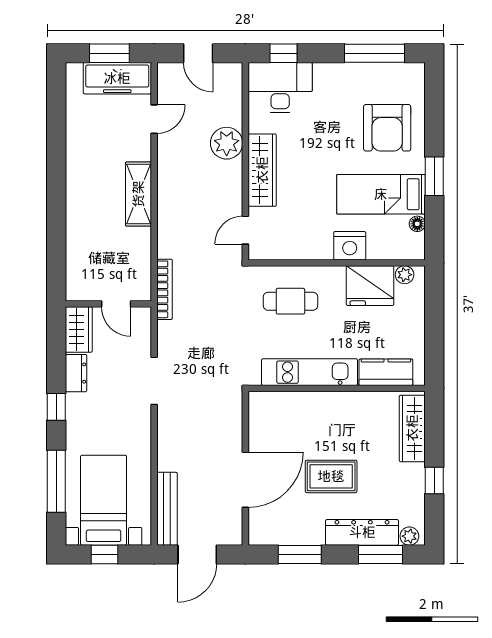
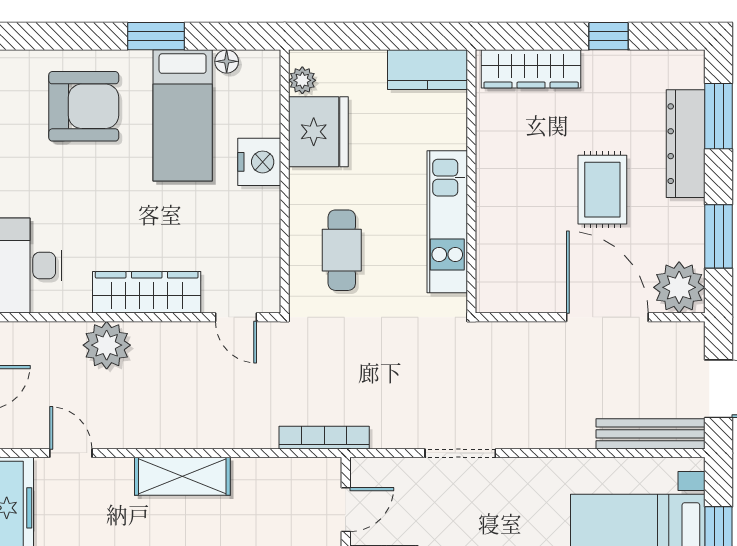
kitchen counter: (386, 372) -> (427, 70), moved, turned -90
plant: (409, 536) -> (679, 287), moved, width x1.87, depth x1.87

